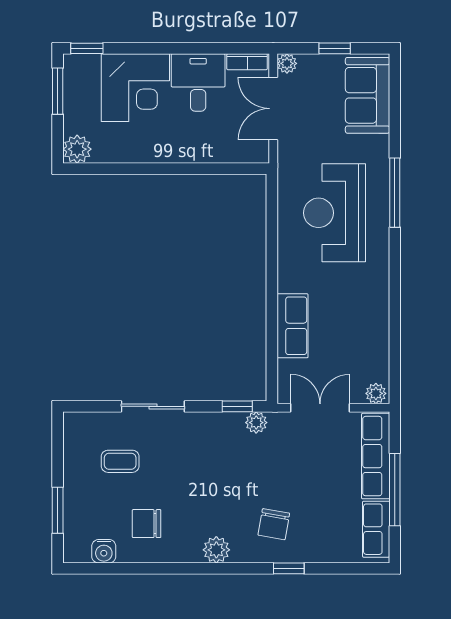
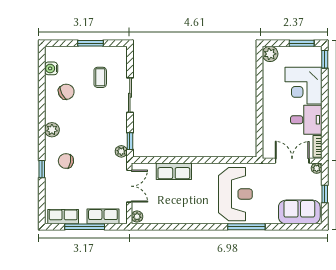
reception desk: (335, 213) -> (235, 194), turned 90
row of seats: (376, 456) -> (103, 216), width x0.68
window: (58, 510) -> (90, 43), moved
chair: (147, 524) -> (66, 92), turned 62

